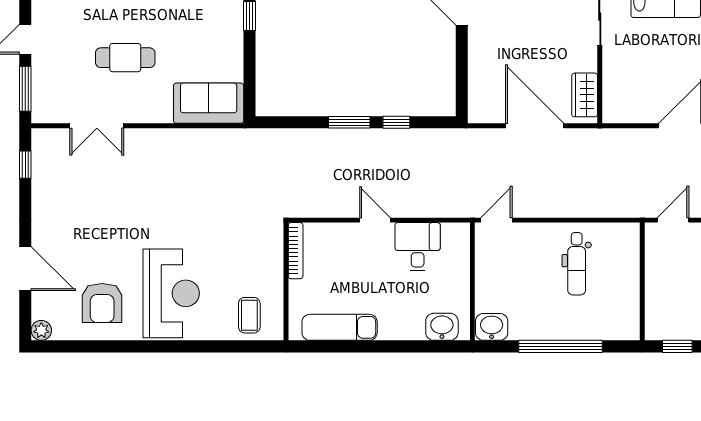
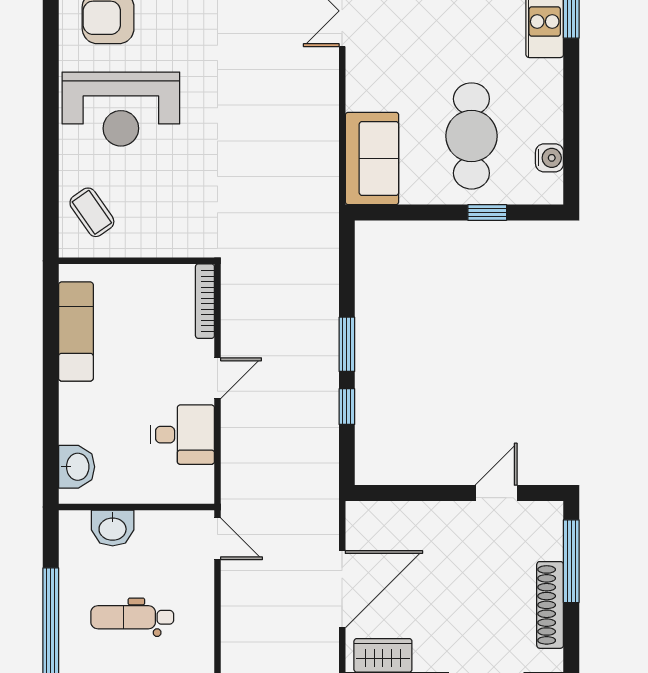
cafe table: (125, 58) -> (471, 136), moved, width x1.37, depth x1.35
bookcase: (296, 251) -> (205, 301), moved, turned 90
dental chair: (577, 264) -> (132, 617), moved
coffee table: (249, 315) -> (92, 212), turned 55
washbasin: (492, 327) -> (113, 528), moved, turned 90

